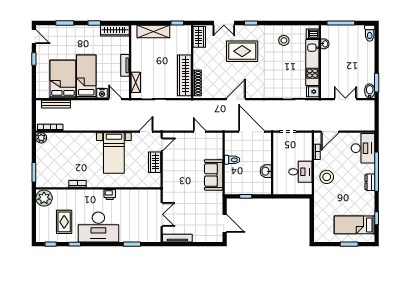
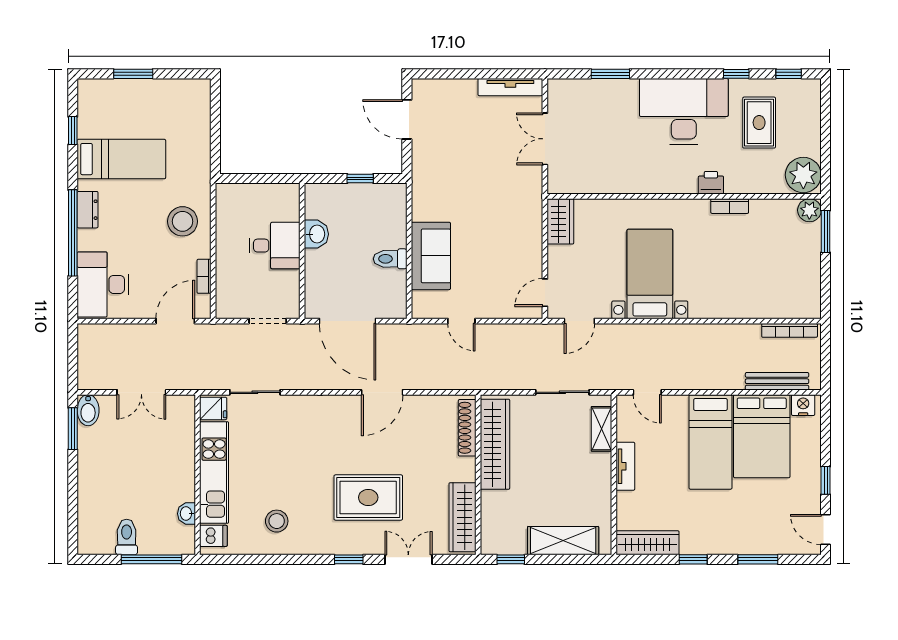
toilet: (370, 33) -> (127, 537), moved
wardrobe: (199, 37) -> (462, 517), width x1.50
nightstand: (102, 93) -> (803, 405), moved
plant: (41, 138) -> (809, 210), moved
wardrobe: (155, 162) -> (560, 221), moved
desk: (300, 172) -> (275, 246), moved, turned 180
sofa: (214, 175) -> (431, 256), moved
printer: (110, 195) -> (711, 183), moved
bed: (355, 225) -> (121, 159), moved

